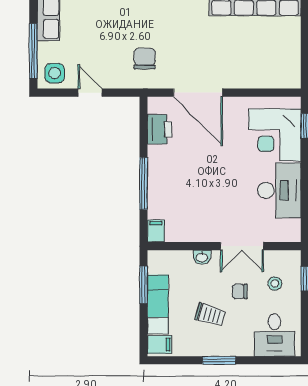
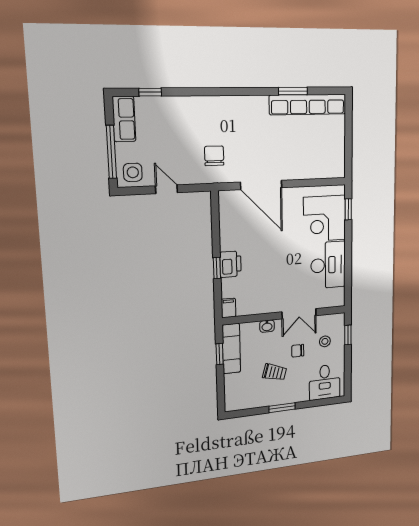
printer: (160, 129) -> (230, 264), moved
window: (144, 184) -> (217, 268), width x0.46
window: (144, 285) -> (220, 354), width x0.67
exam couch: (158, 304) -> (231, 349), moved
filing cabinet: (160, 345) -> (234, 401), removed

